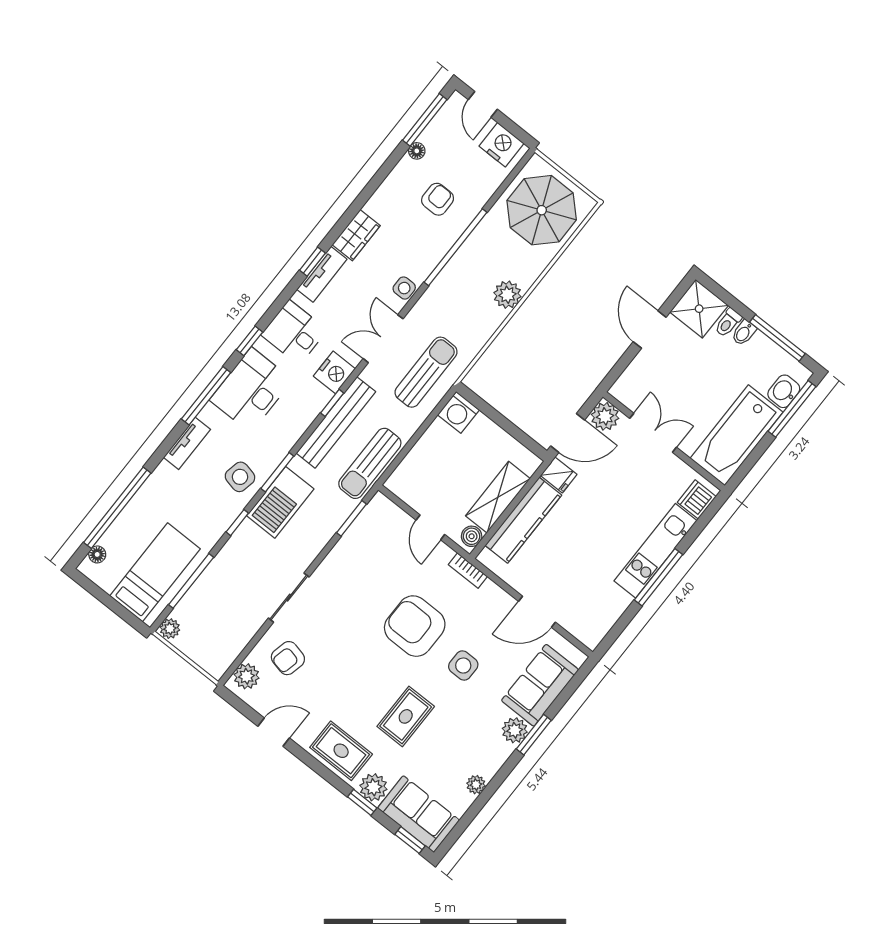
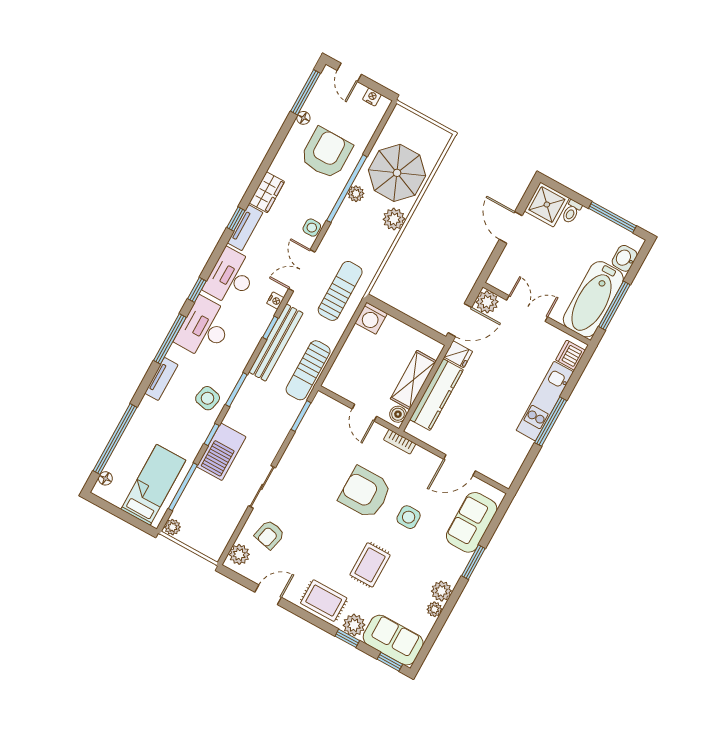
nightstand: (502, 145) -> (372, 97), width x0.53, depth x0.56
armchair: (438, 199) -> (326, 153), width x1.88, depth x1.88
parasol: (542, 210) -> (397, 173), moved
plant: (466, 255) -> (356, 194), added
desk: (294, 332) -> (231, 277), width x1.37
bidet: (744, 333) -> (585, 217), removed
nightstand: (334, 372) -> (275, 301), width x0.53, depth x0.56
window: (792, 409) -> (614, 306), moved
barbecue: (280, 502) -> (221, 452), moved
plant: (515, 730) -> (441, 591), moved

